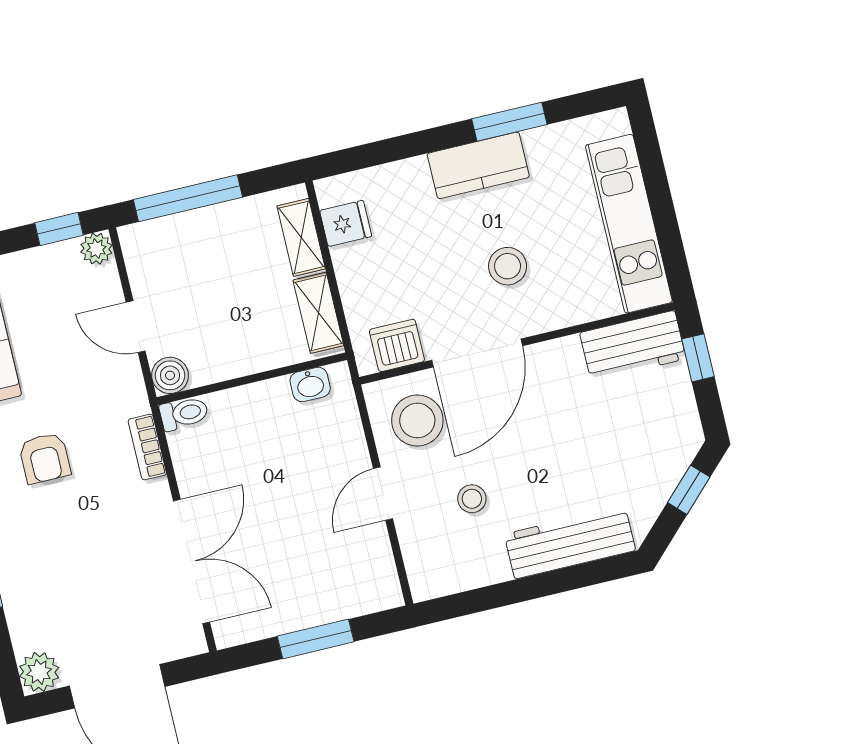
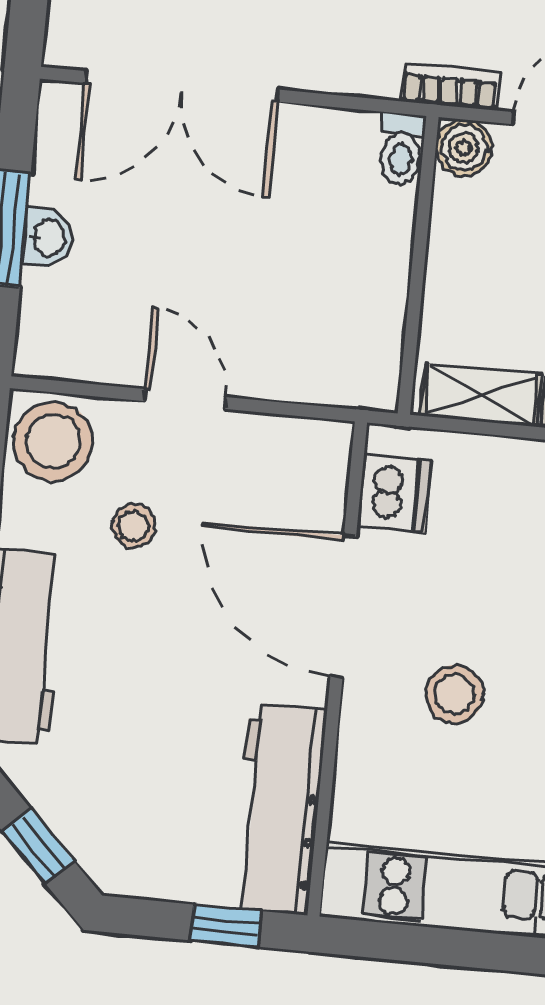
workbench: (633, 346) -> (279, 809), width x1.38
washbasin: (310, 384) -> (48, 238), moved, turned 180
stool: (417, 421) -> (53, 441), moved
bookcase: (147, 447) -> (450, 87), moved

